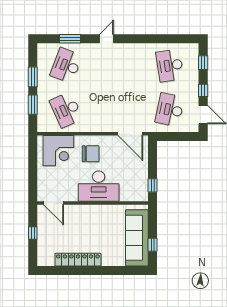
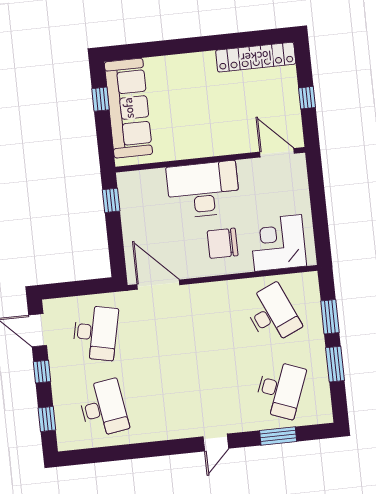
locker: (78, 260) -> (256, 57), moved

